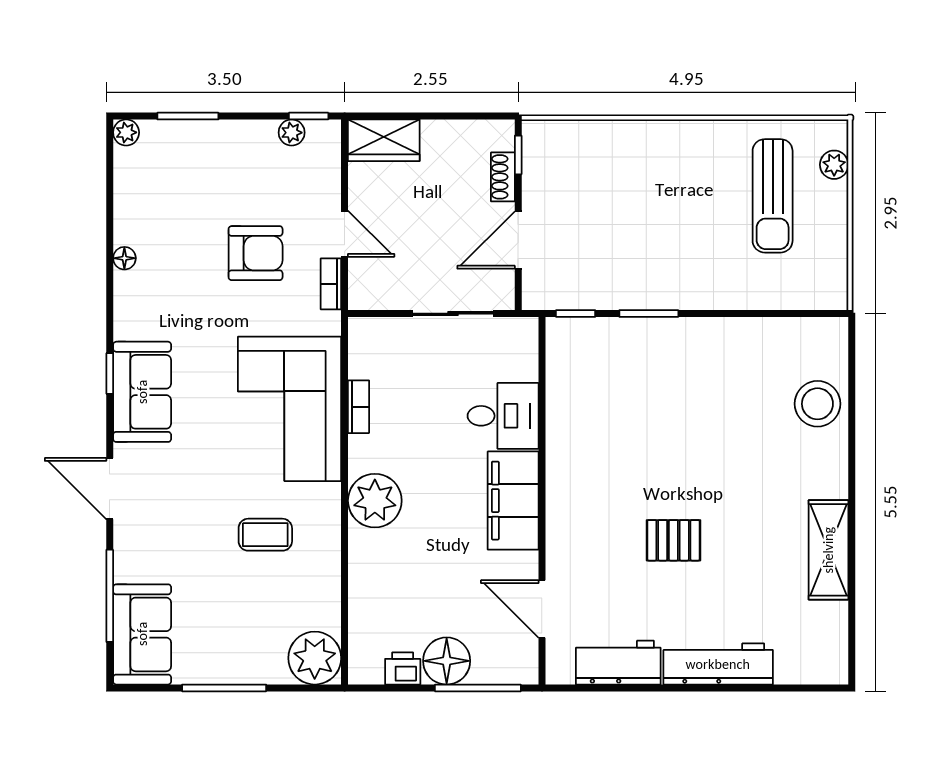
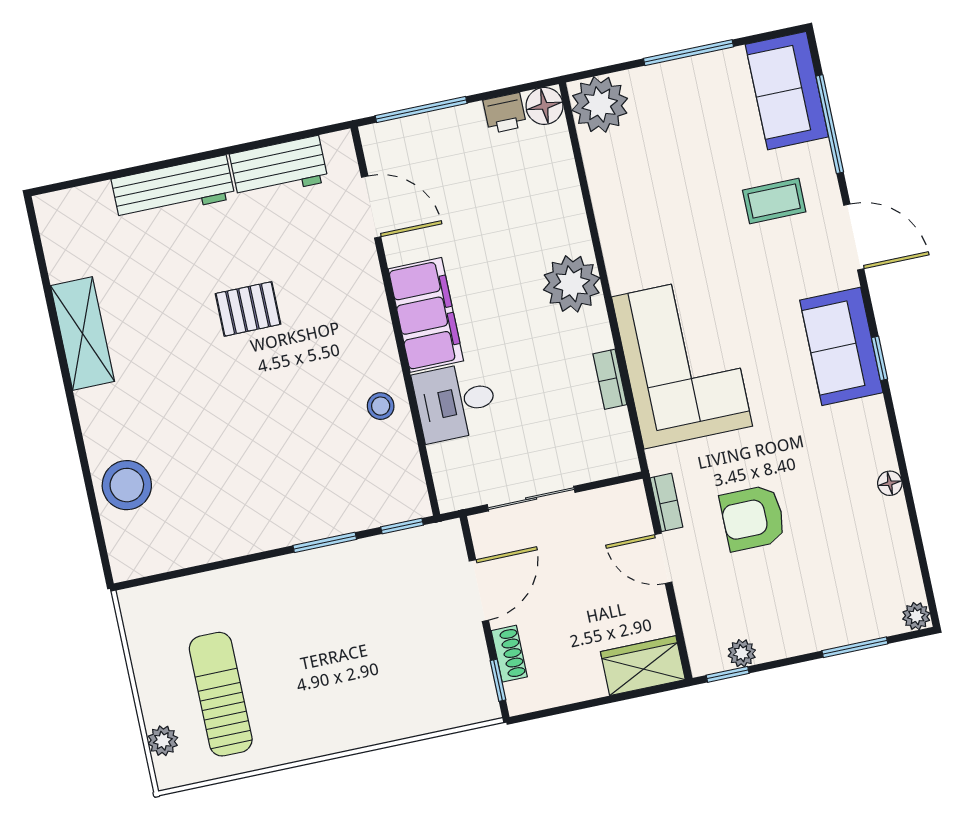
stool: (572, 427) -> (381, 406), added
coffee table: (265, 535) -> (774, 201), moved
floor lamp: (447, 661) -> (544, 106), moved, width x0.73, depth x0.73

